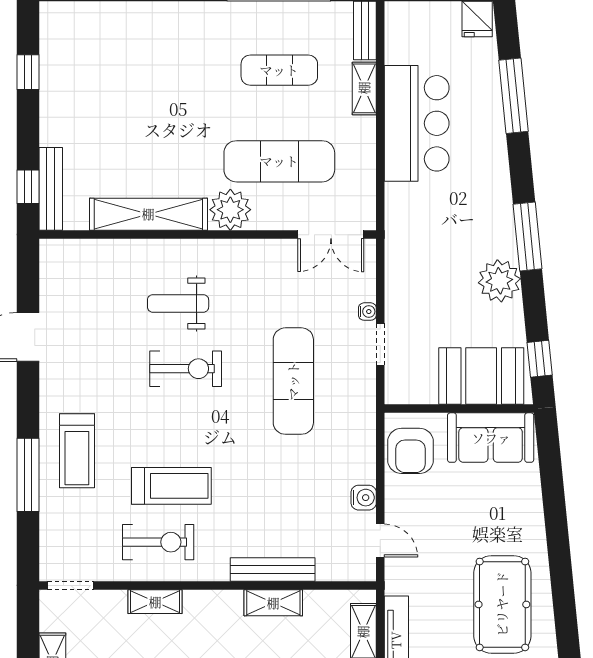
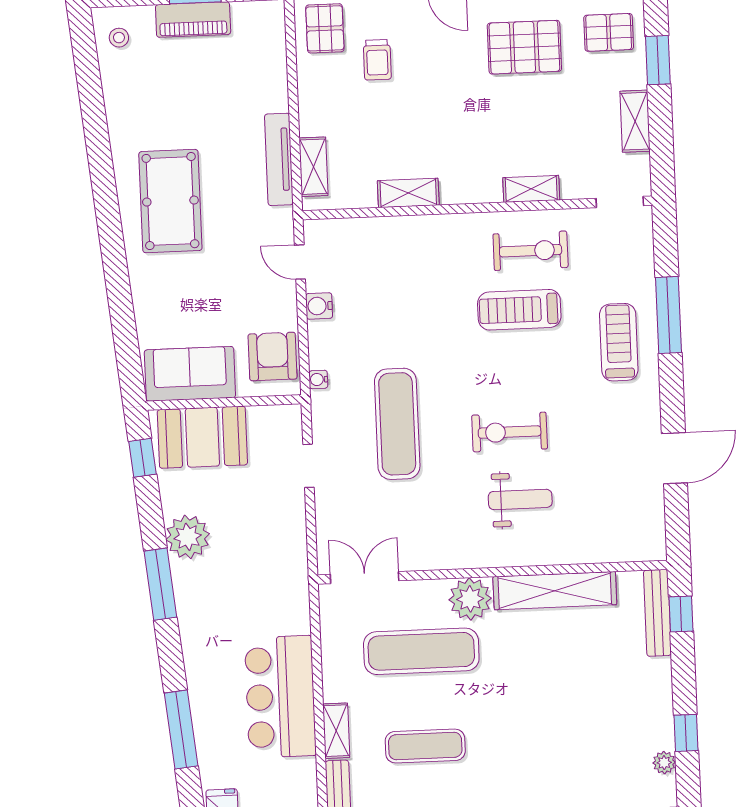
plant: (50, 45) -> (664, 763), added
water cooler: (367, 312) -> (318, 379), moved
exercise bike: (158, 542) -> (531, 251), turned 180
bench: (273, 569) -> (410, 227), removed

